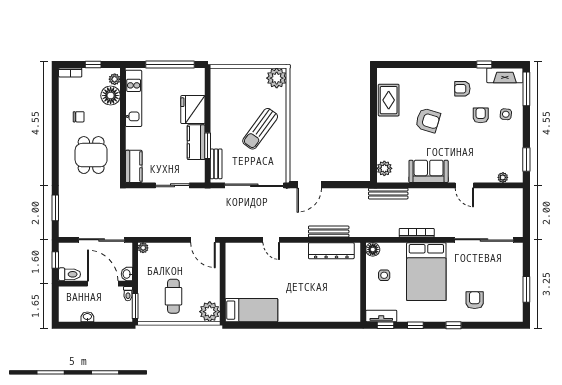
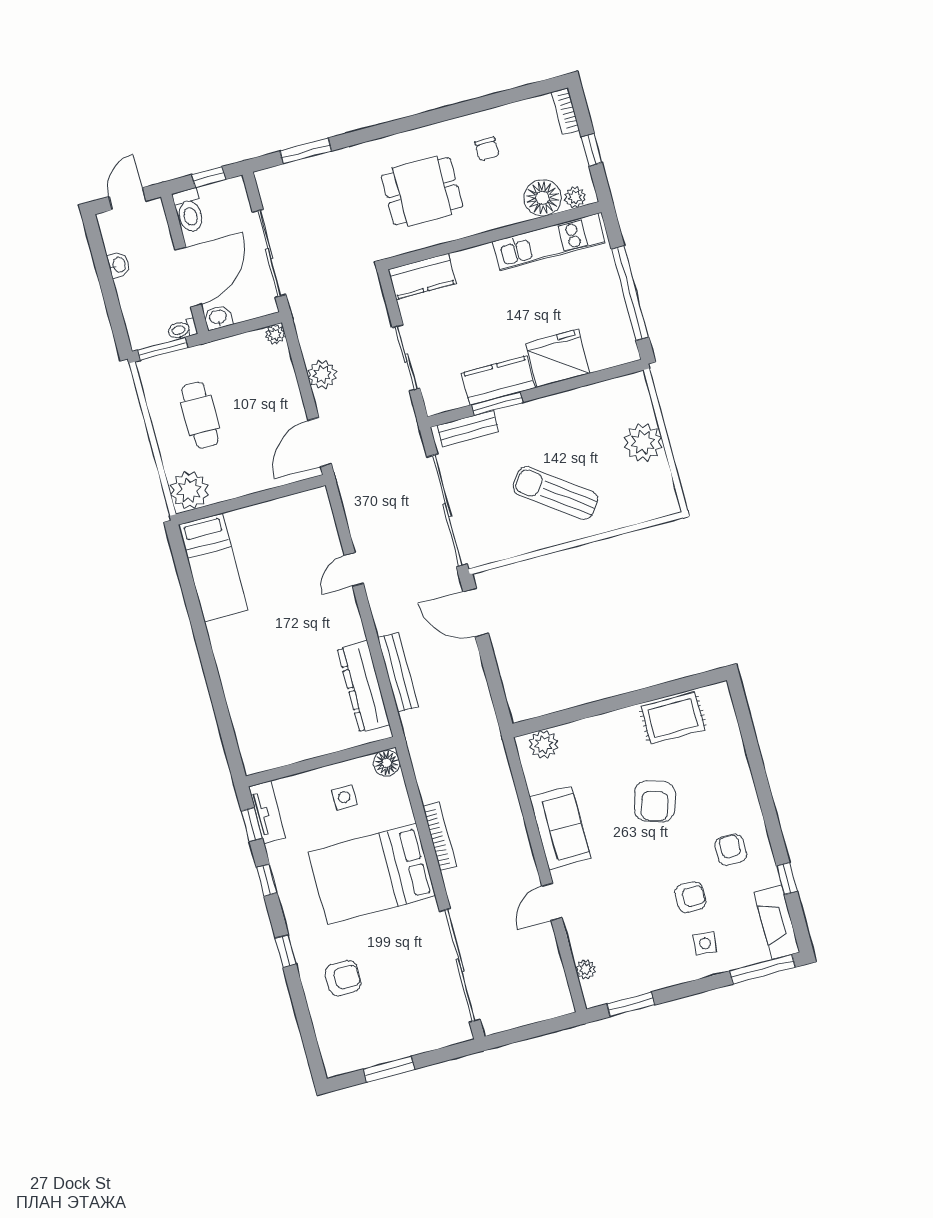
plant: (277, 78) -> (643, 442), moved
bench: (388, 194) -> (499, 764), removed
plant: (169, 230) -> (322, 374), added
cafe table: (173, 296) -> (200, 415), turned 90
door: (55, 304) -> (127, 199), added

